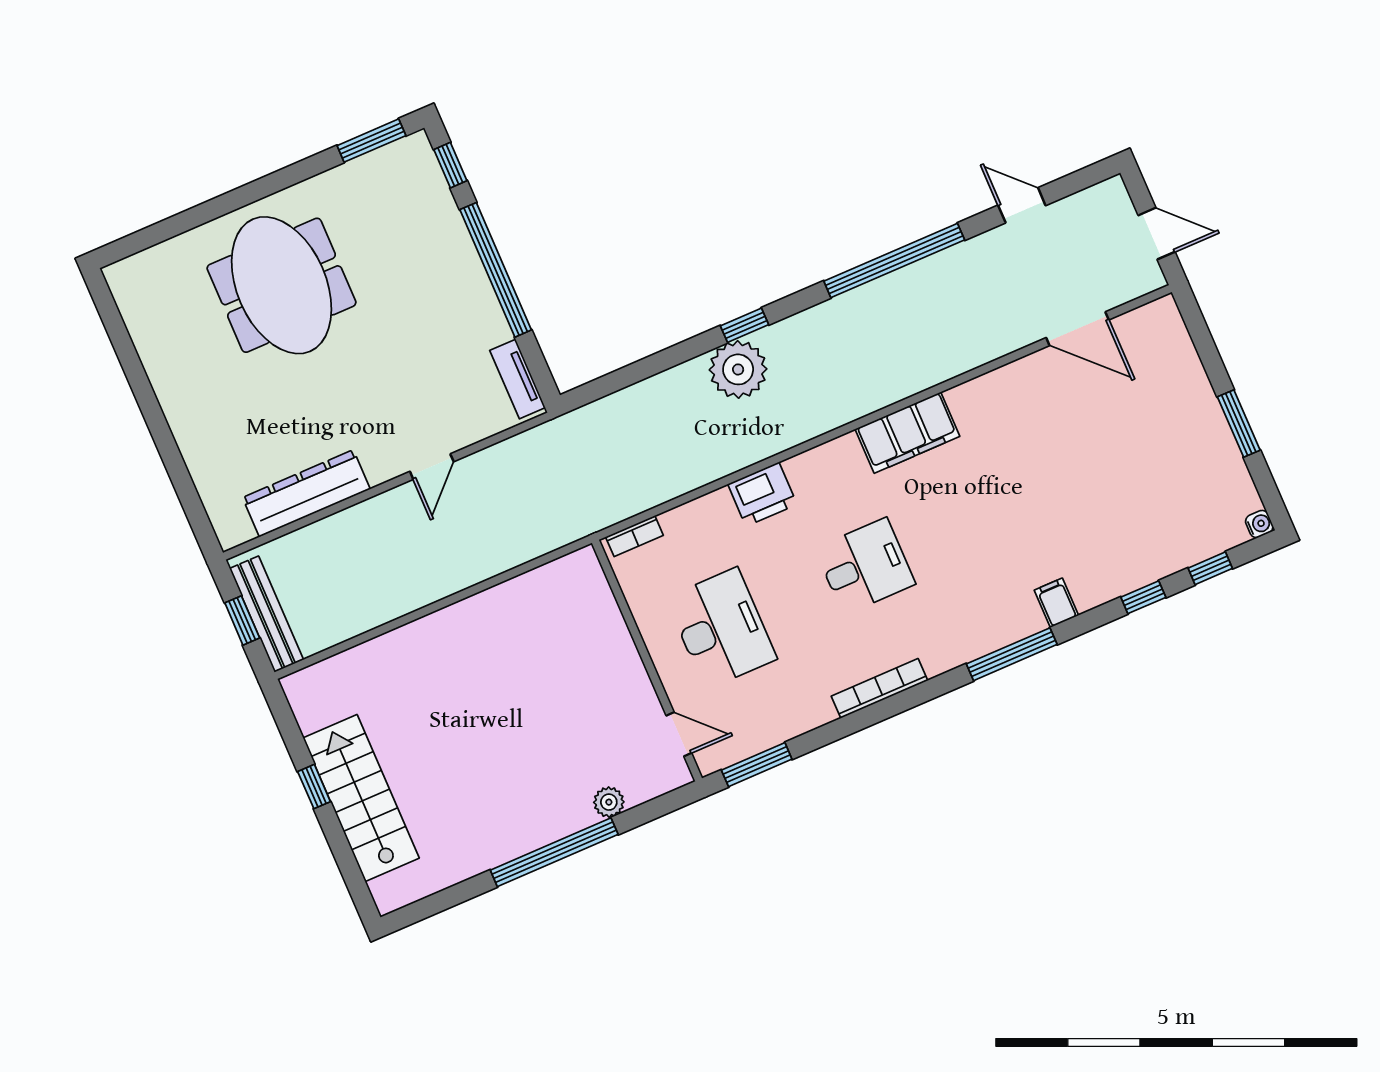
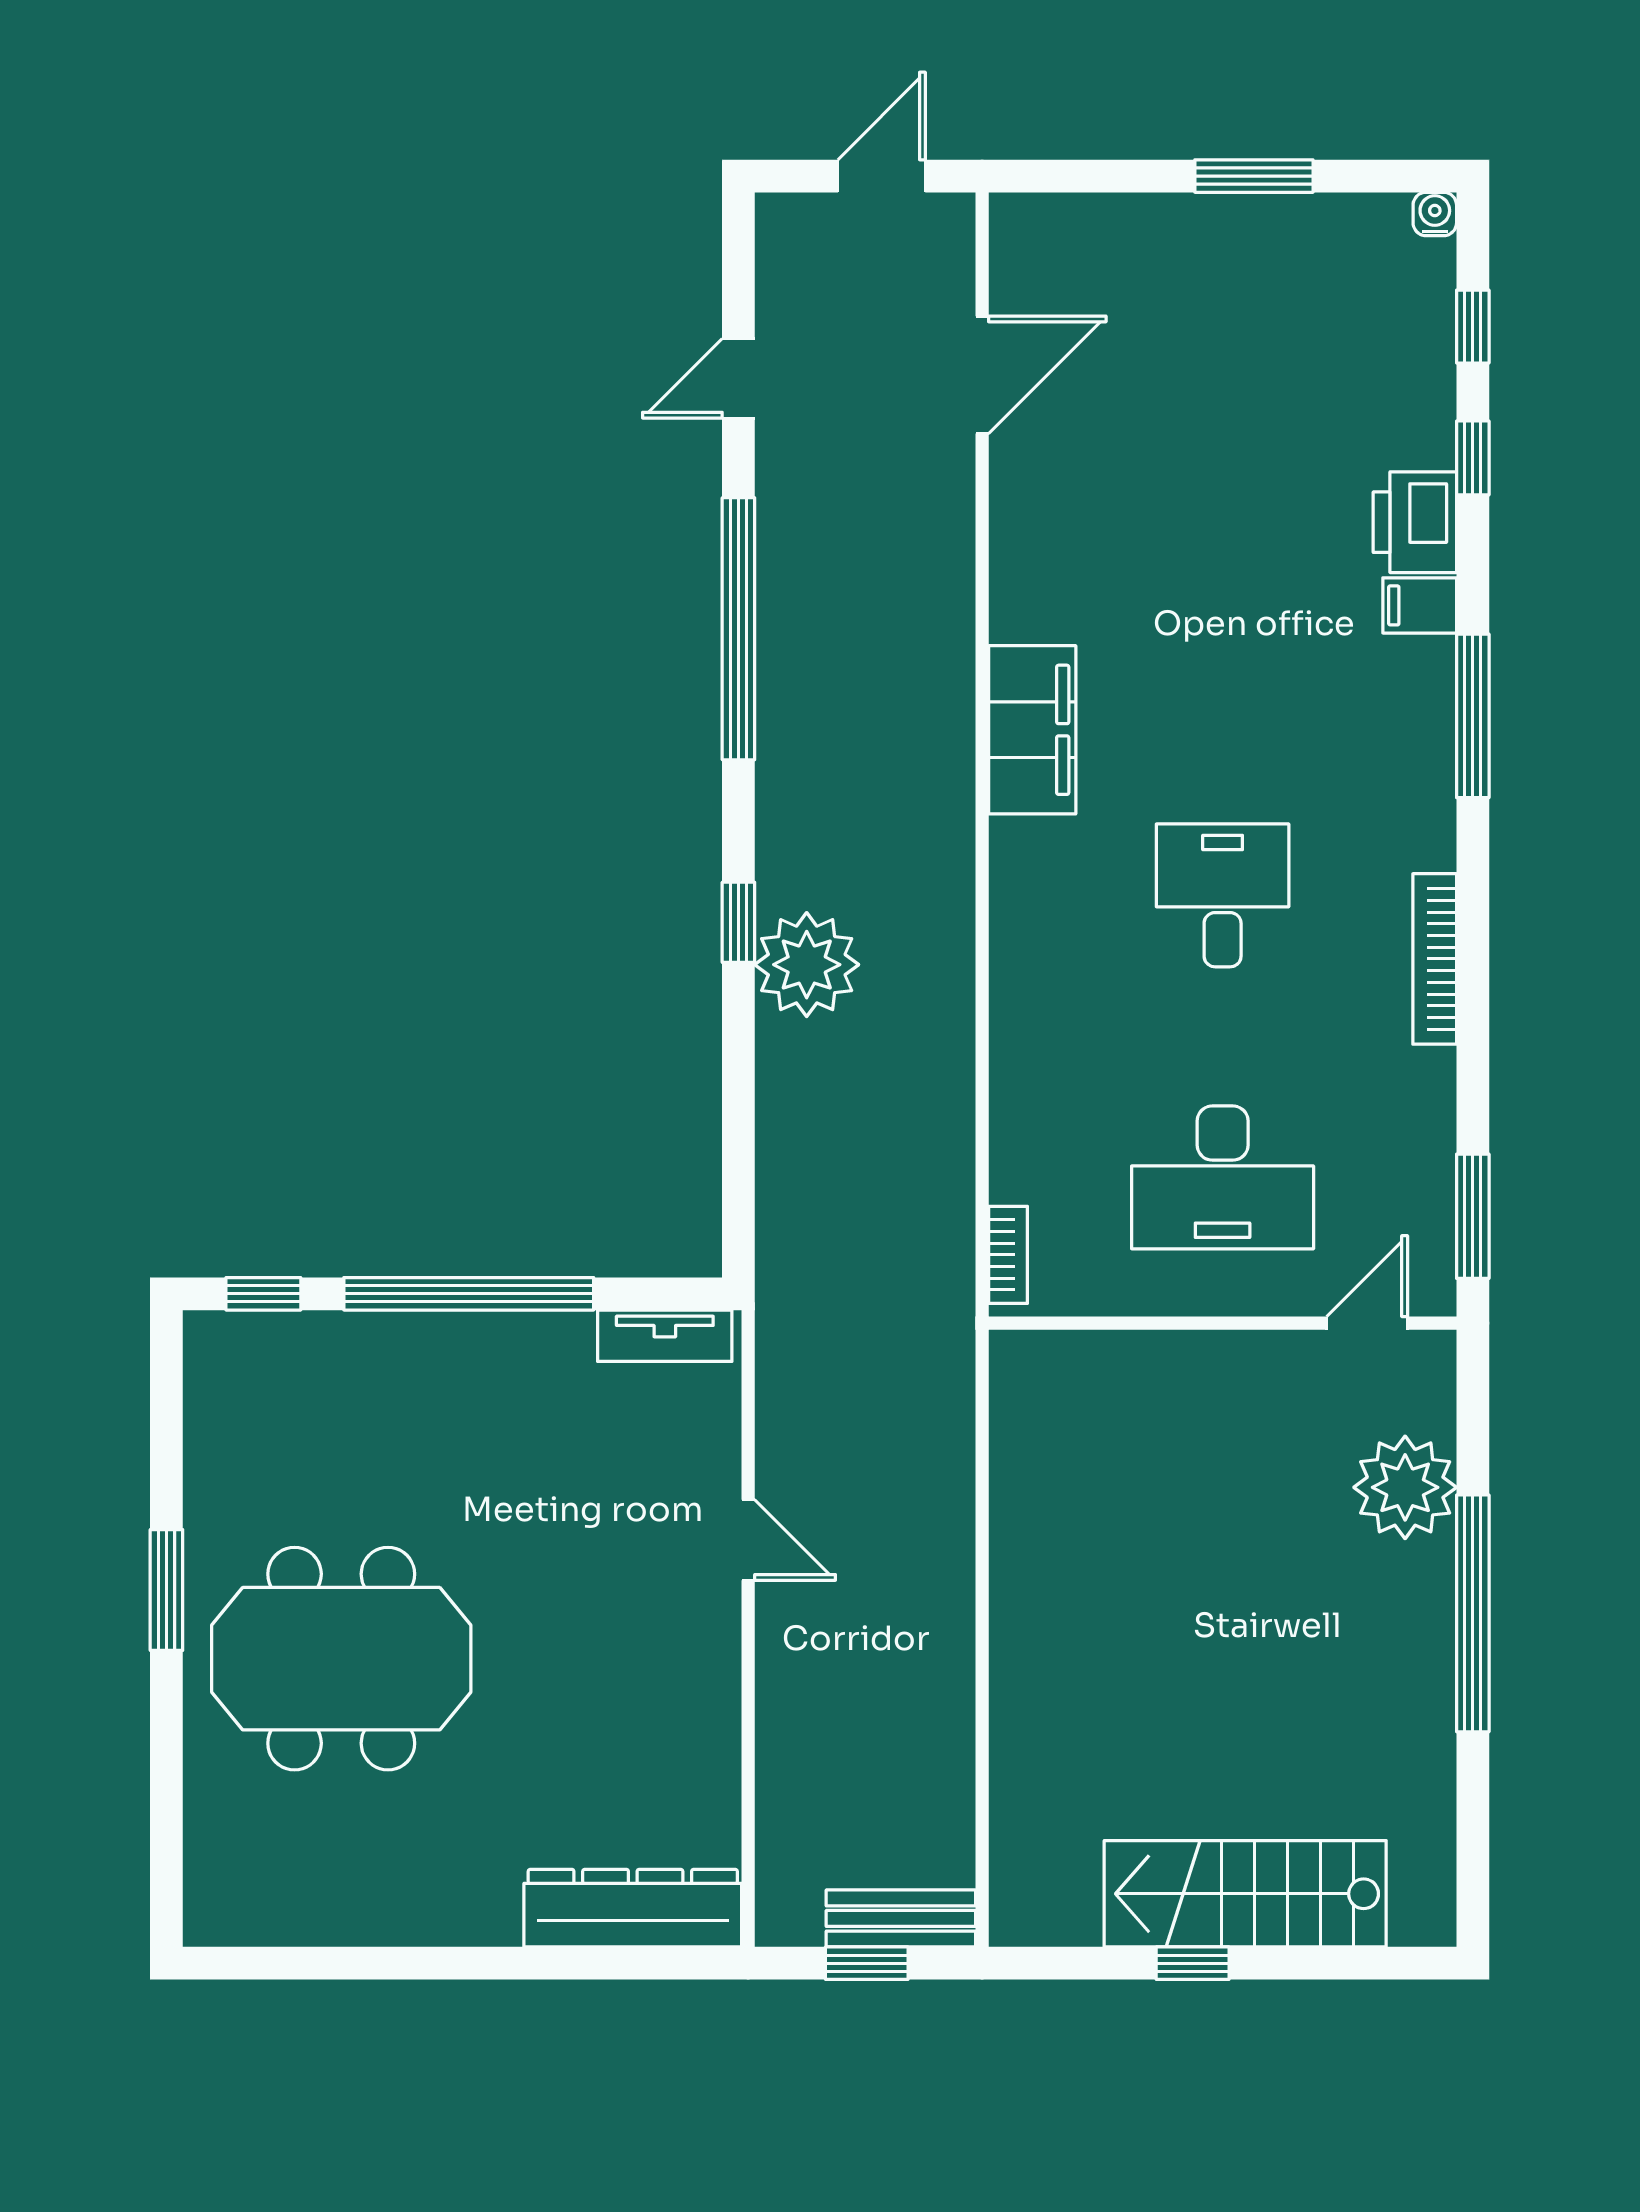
window: (371, 141) -> (166, 1590), moved
dresser: (306, 493) -> (633, 1908), moved, turned 90
printer: (762, 494) -> (1415, 522), moved, turned 180
bench: (267, 614) -> (901, 1918), width x0.73
desk: (721, 628) -> (1223, 1177), turned 180
plant: (609, 802) -> (1405, 1487), width x1.88, depth x1.88

